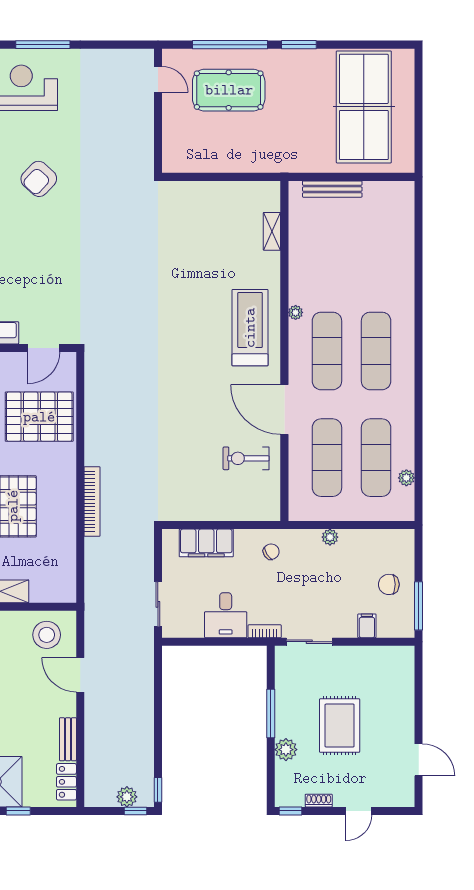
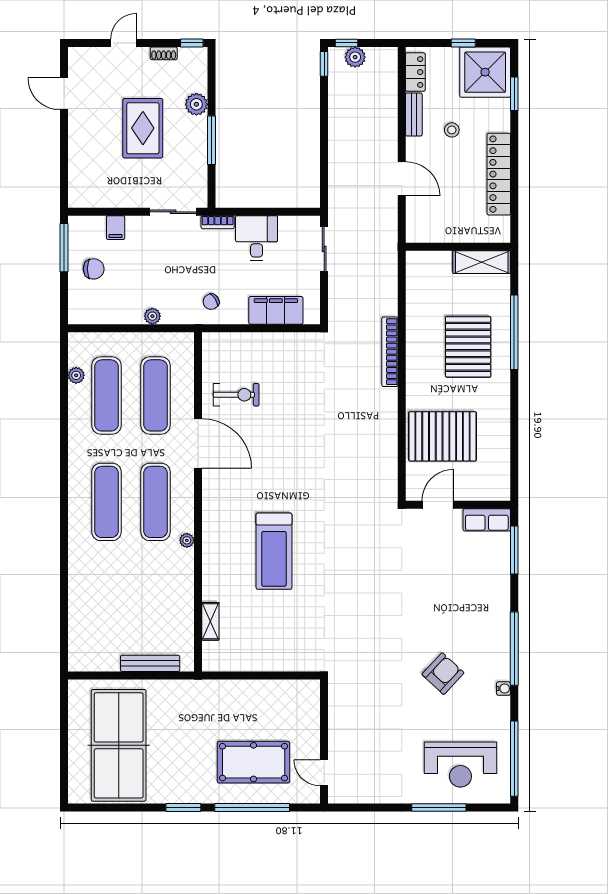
treadmill: (250, 328) -> (274, 551), moved
stool: (47, 635) -> (452, 130), moved, width x0.53, depth x0.53

